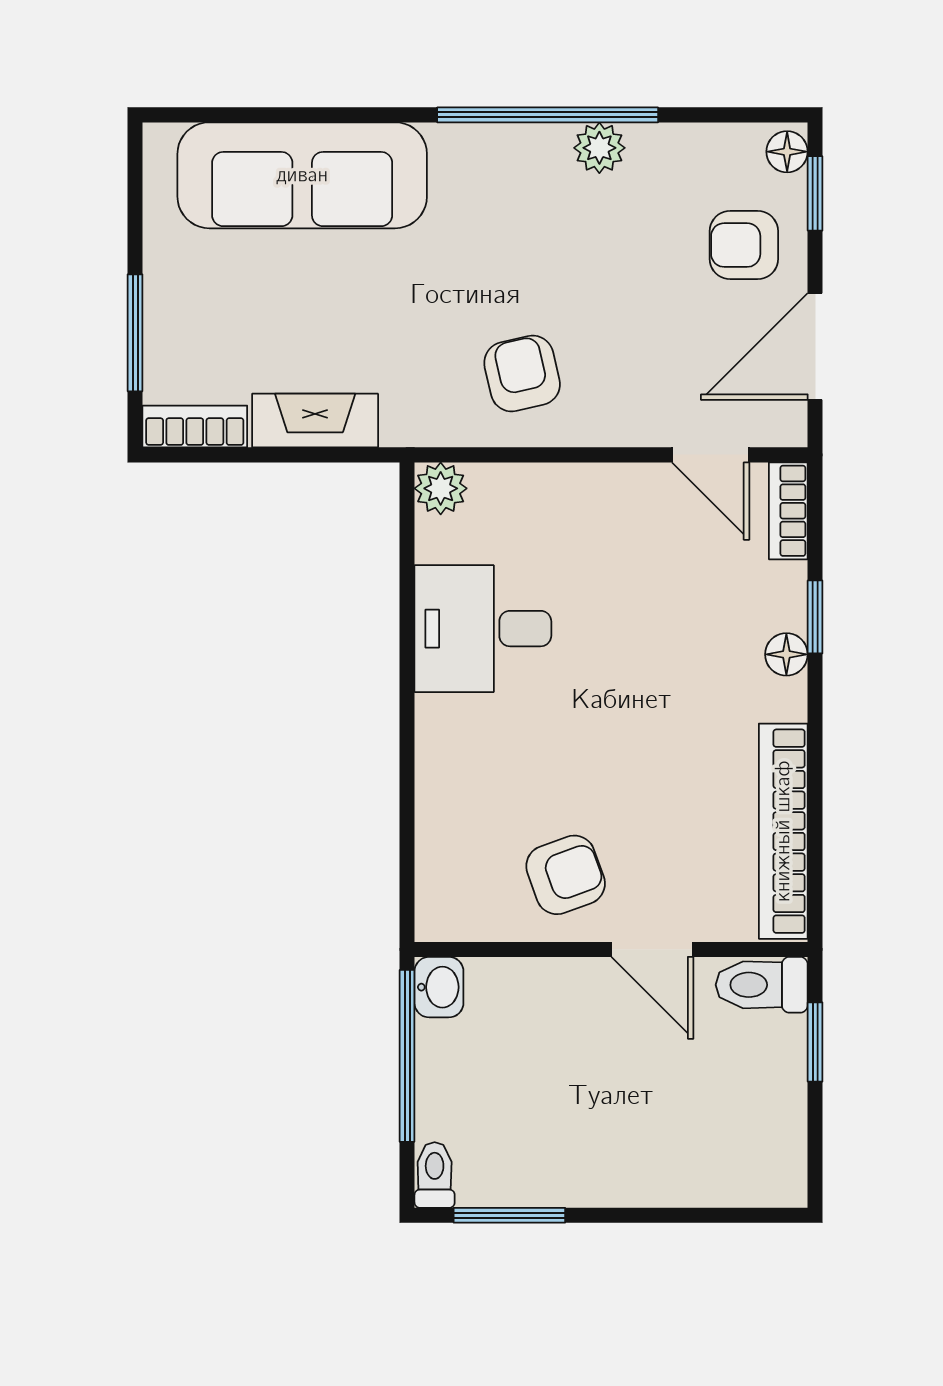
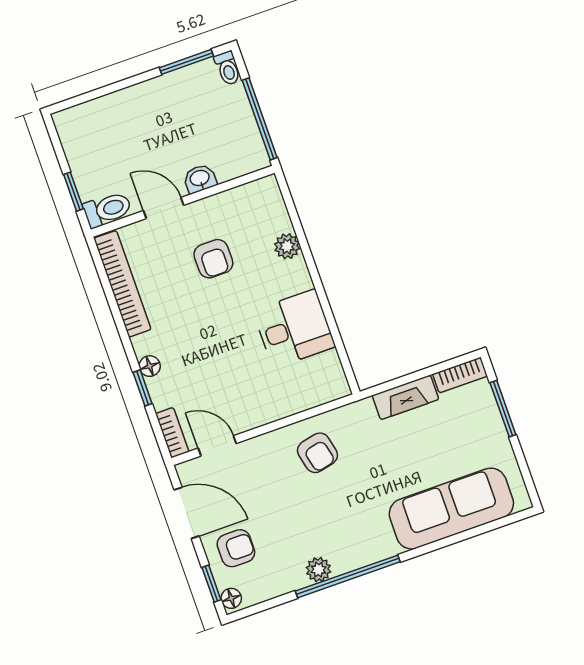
door: (815, 347) -> (187, 513), hinge flipped
plant: (441, 488) -> (287, 246), moved
armchair: (566, 875) -> (213, 259), moved, turned -70
washbasin: (439, 987) -> (200, 179), moved, turned 90

